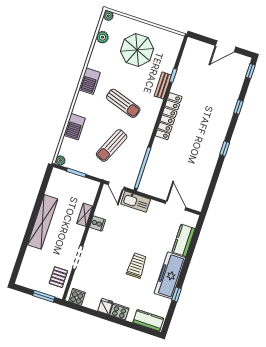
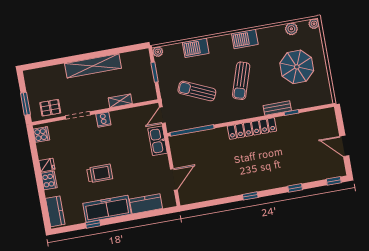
cooker: (97, 223) -> (103, 120), moved

